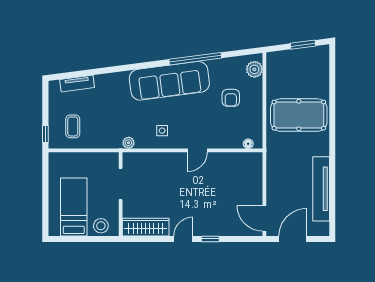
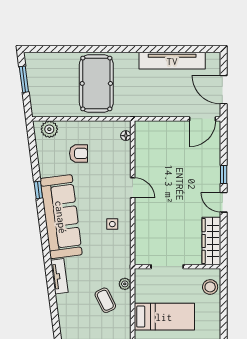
window: (195, 59) -> (38, 190), width x0.32
tv unit: (77, 84) -> (59, 276), moved
coffee table: (73, 126) -> (105, 300), moved, turned 64
plant: (129, 143) -> (125, 284), moved
bed: (74, 207) -> (164, 317), moved, turned 180

